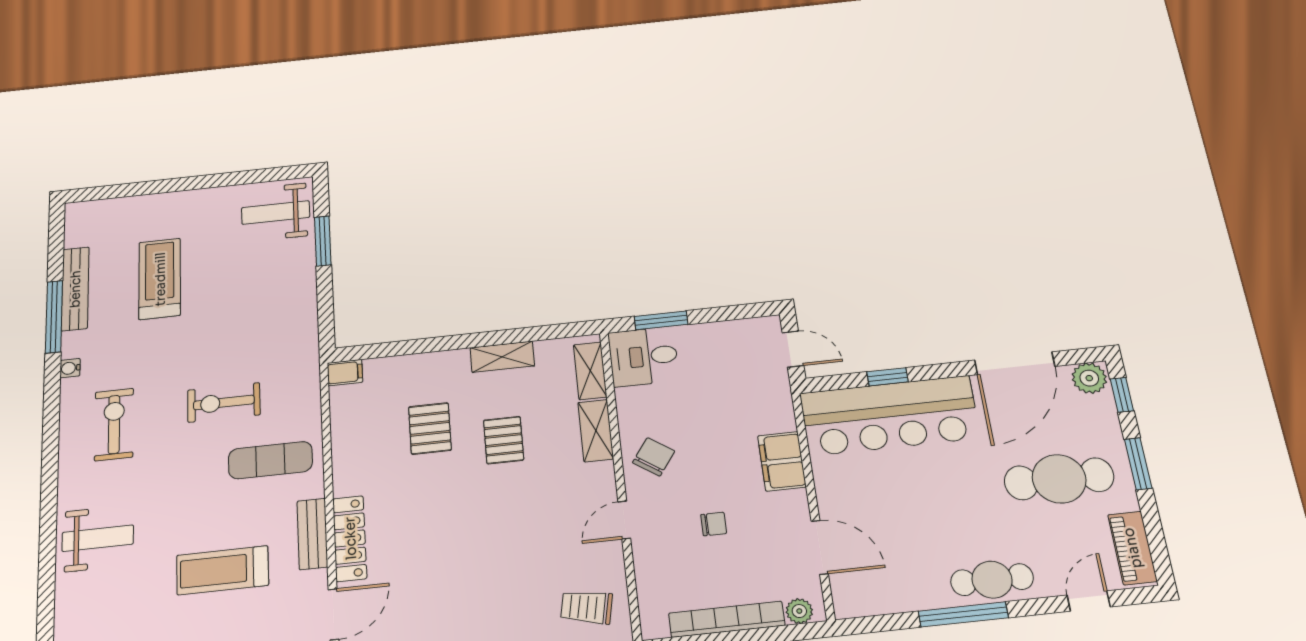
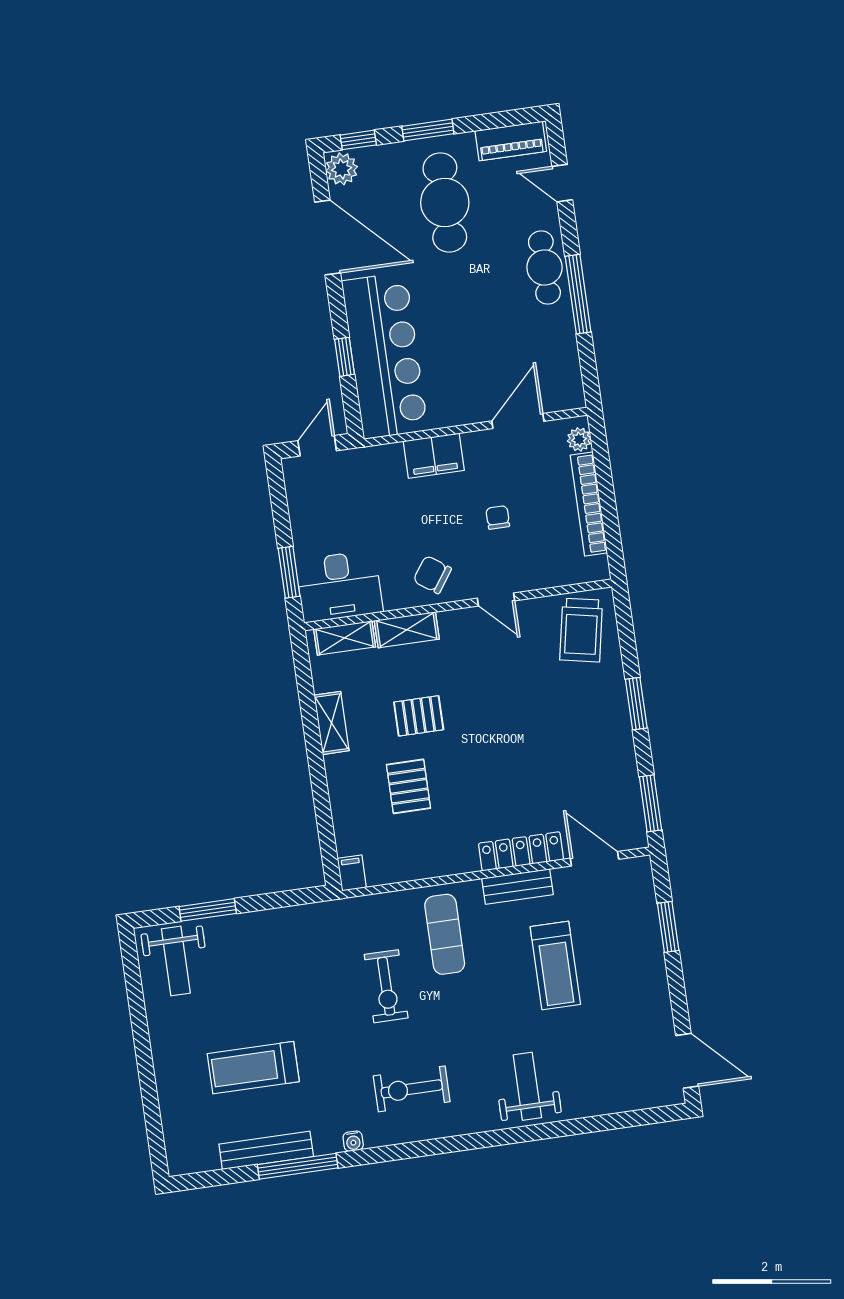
desk: (643, 357) -> (339, 586), width x1.37
pallet: (430, 428) -> (408, 786), turned 90
trolley: (587, 607) -> (581, 630), width x1.36, depth x1.39

